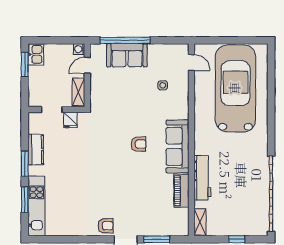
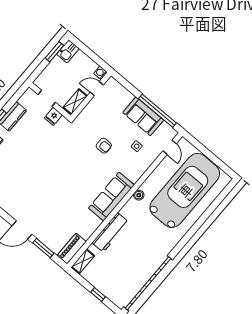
window: (125, 40) -> (157, 111), moved
sofa: (127, 55) -> (143, 116), moved
boiler: (200, 125) -> (139, 195), added
armchair: (139, 144) -> (104, 146), moved
piano: (181, 191) -> (72, 249), moved
armchair: (106, 226) -> (16, 209), removed

